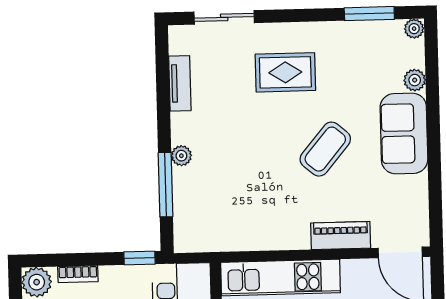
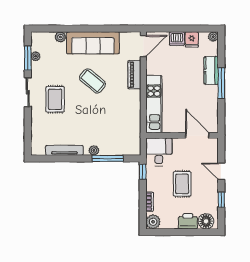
sliding door: (224, 17) -> (28, 92), moved
plant: (414, 29) -> (36, 56), moved
tv unit: (180, 83) -> (64, 150), width x1.41
sofa: (404, 133) -> (93, 43), width x1.36

